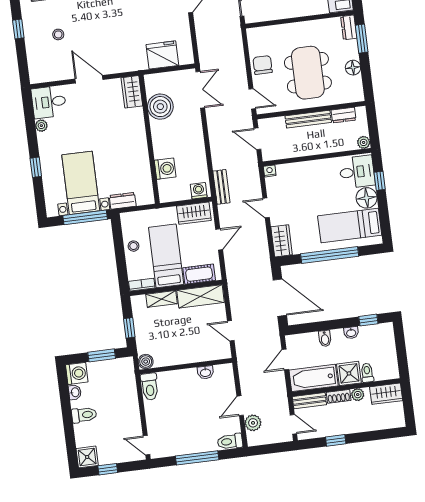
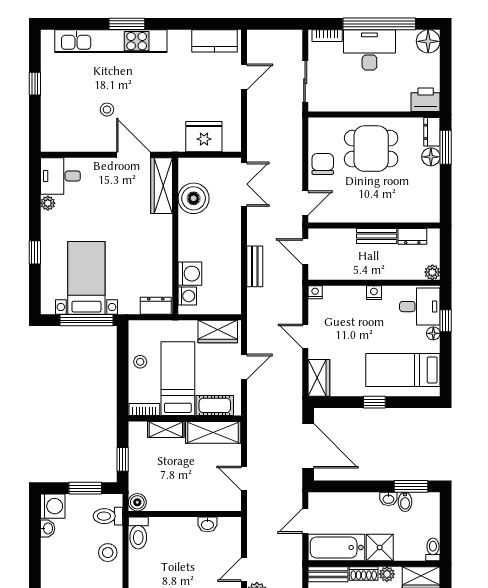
stool: (58, 34) -> (107, 110), moved
floor lamp: (353, 68) -> (431, 157), moved
dining table: (308, 73) -> (371, 149), moved, width x0.73
door: (89, 79) -> (133, 155), moved
wardrobe: (132, 92) -> (162, 186), width x1.50
door: (252, 99) -> (305, 203), hinge flipped
bench: (308, 119) -> (377, 236), width x0.73
nightstand: (318, 165) -> (374, 293), added
bench: (221, 187) -> (255, 266), moved
washing machine: (199, 191) -> (187, 296), moved, turned 90
floor lamp: (367, 198) -> (433, 333), width x0.53, depth x0.53
dresser: (123, 201) -> (156, 306), moved
window: (330, 255) -> (374, 402), width x0.32
window: (368, 320) -> (411, 486), width x1.50
bidet: (325, 338) -> (405, 502), moved
toilet: (367, 373) -> (433, 549), moved
stool: (127, 406) -> (108, 553), added
toilet: (84, 415) -> (108, 516), moved, turned 180

